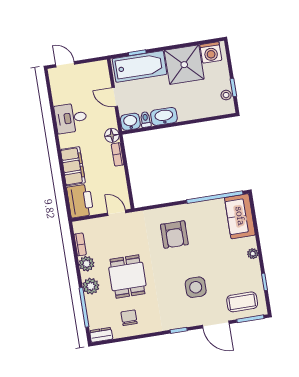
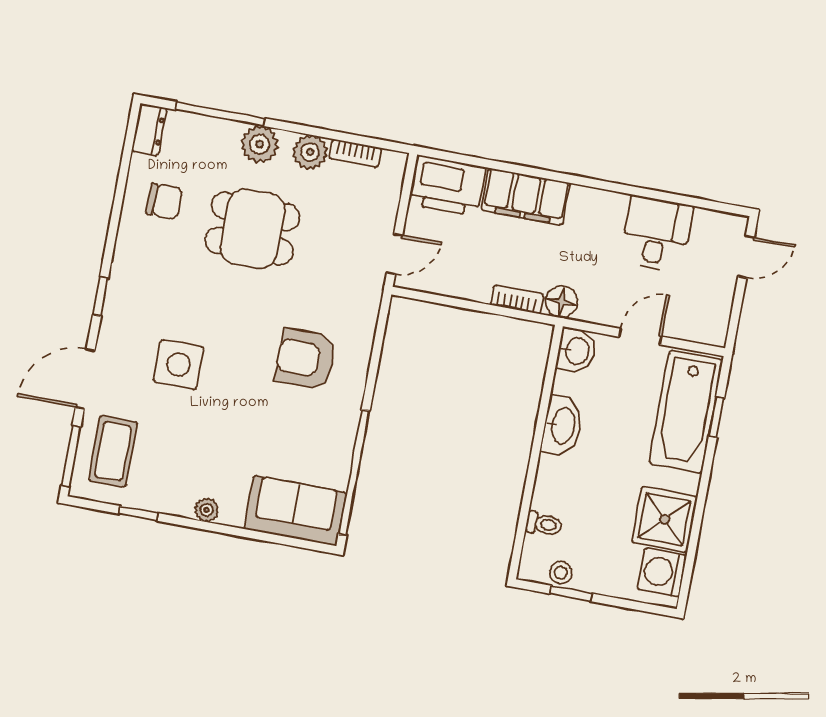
shower: (184, 65) -> (664, 519), width x0.73, depth x0.73
desk: (71, 118) -> (656, 234), moved
toilet: (145, 119) -> (544, 524), moved

